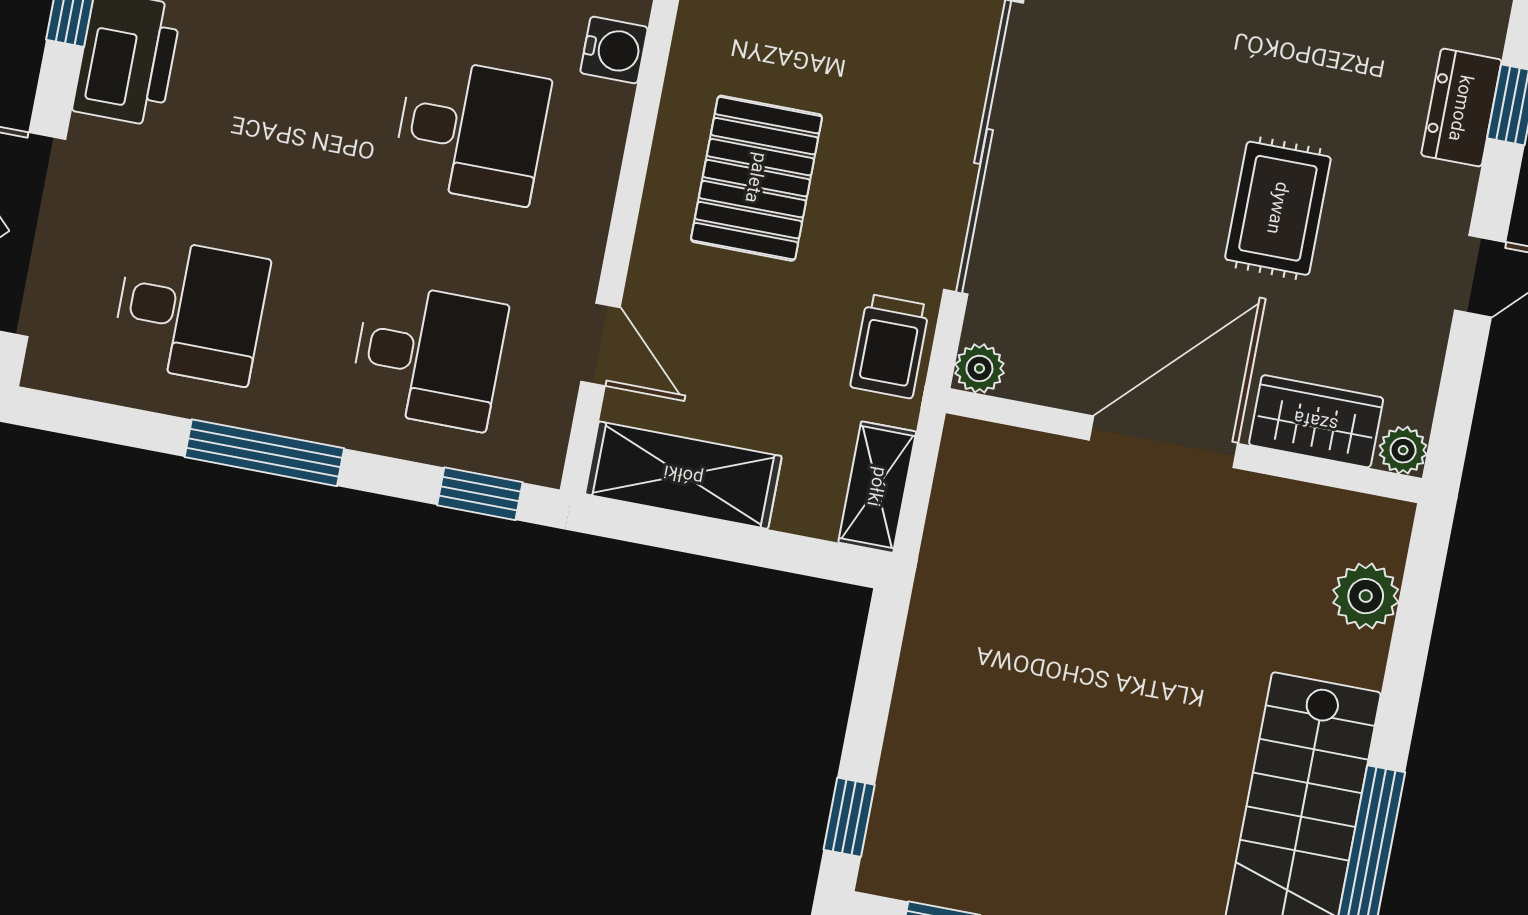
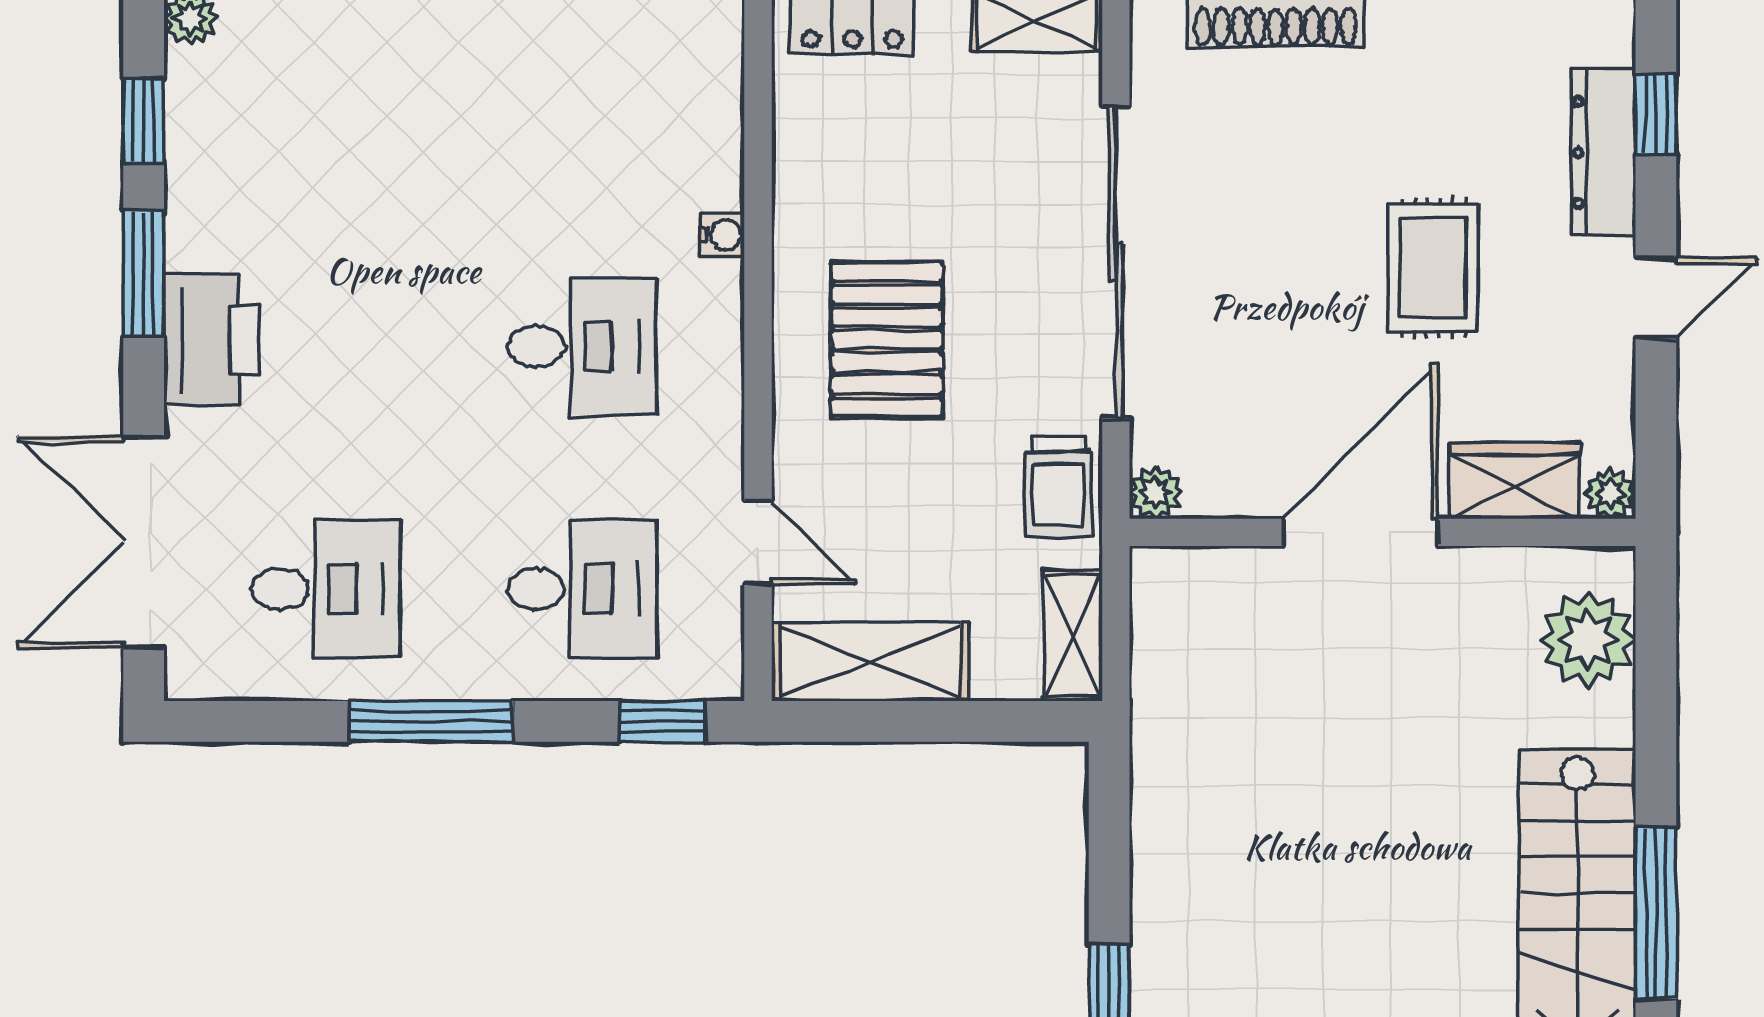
water cooler: (614, 50) -> (722, 235), width x0.72, depth x0.72
dresser: (1461, 108) -> (1603, 152), width x1.44
plant: (1366, 596) -> (1588, 639), width x1.36, depth x1.36

